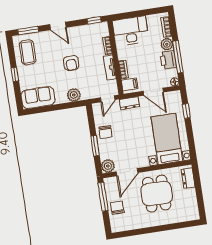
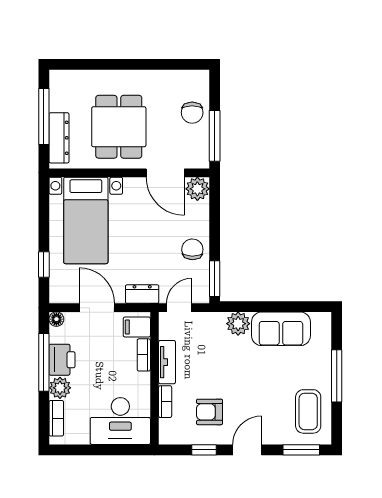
window: (94, 20) -> (204, 450), moved
door: (58, 26) -> (247, 450), hinge flipped
armchair: (71, 63) -> (209, 412), moved, turned -90
window: (15, 74) -> (337, 376), width x2.17
sofa: (38, 98) -> (281, 329), moved
window: (95, 146) -> (215, 279), moved
door: (127, 172) -> (165, 173), swing flipped
dresser: (188, 178) -> (59, 138), width x1.44
window: (199, 193) -> (44, 116), added

